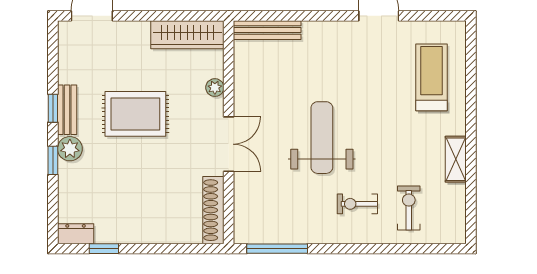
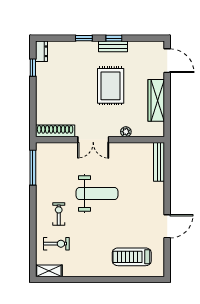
wardrobe: (187, 35) -> (156, 100), moved
treadmill: (431, 77) -> (132, 257), turned 180
plant: (70, 149) -> (91, 48), removed
shelving: (456, 159) -> (49, 271), moved

